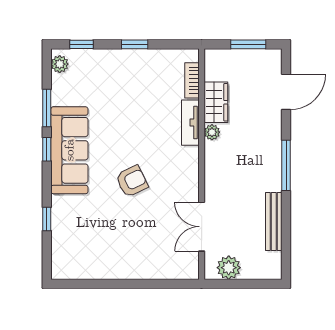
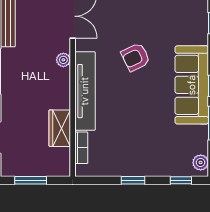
tv unit: (190, 123) -> (85, 91), width x1.92, depth x1.29
plant: (212, 132) -> (63, 60), moved

